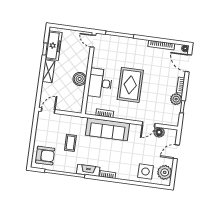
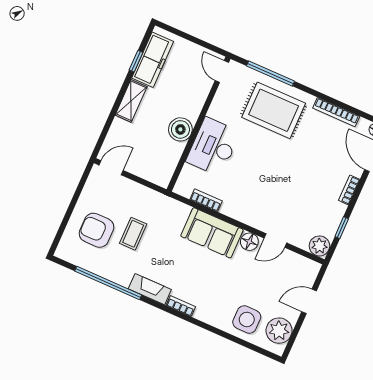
rug: (130, 85) -> (274, 110), moved, turned 90
plant: (176, 99) -> (319, 246), moved
sofa: (107, 129) -> (212, 233), width x0.73
floor lamp: (159, 132) -> (249, 242), moved
armchair: (45, 156) -> (97, 230), moved, turned 180

